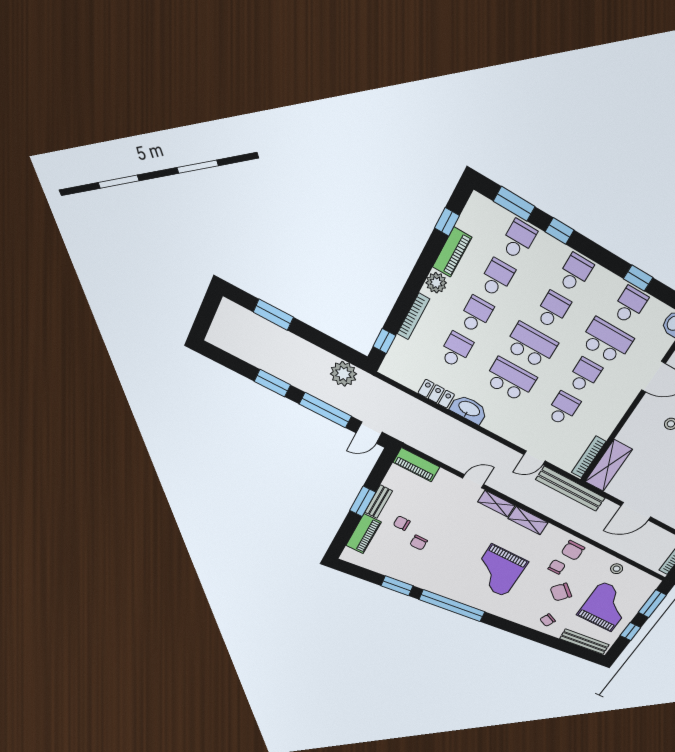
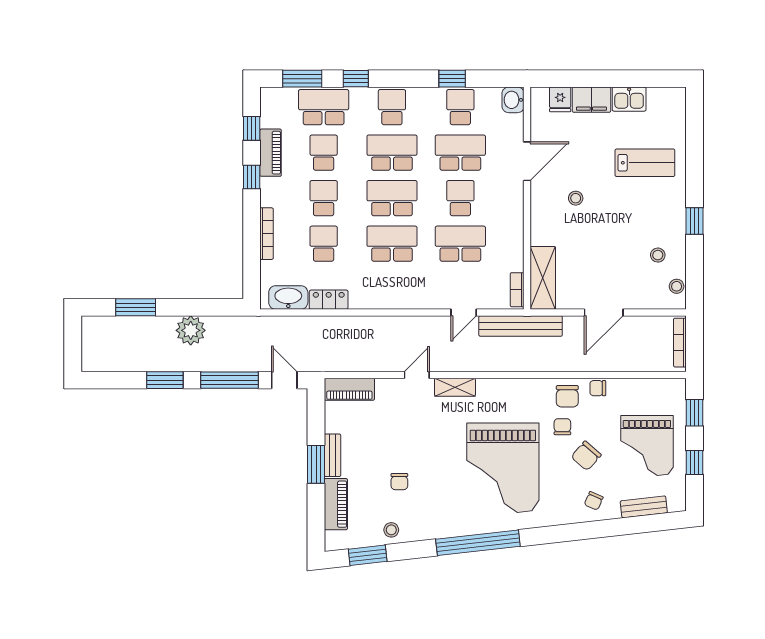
school desk: (518, 240) -> (324, 107), width x1.85
plant: (436, 283) -> (271, 189), removed
school desk: (553, 310) -> (392, 153), width x1.85
window: (384, 341) -> (252, 177), moved
plant: (343, 374) -> (191, 330), moved
washbasin: (469, 409) -> (288, 297), moved
school desk: (563, 409) -> (460, 244), width x1.85
door: (369, 433) -> (284, 380), swing flipped
bookcase: (589, 457) -> (517, 290), width x0.64
shelving: (528, 521) -> (499, 388), removed
chair: (402, 523) -> (598, 388), moved
stool: (617, 569) -> (391, 530), moved
grand piano: (498, 571) -> (503, 468), width x1.37, depth x1.48
window: (397, 586) -> (368, 555), moved
window: (652, 604) -> (694, 413), width x0.67
grand piano: (606, 607) -> (647, 446), turned 180
bench: (584, 642) -> (644, 507), width x0.73

